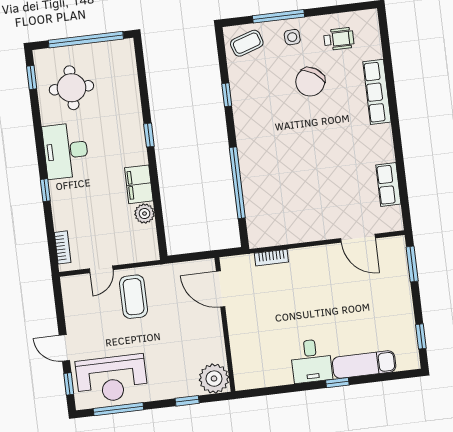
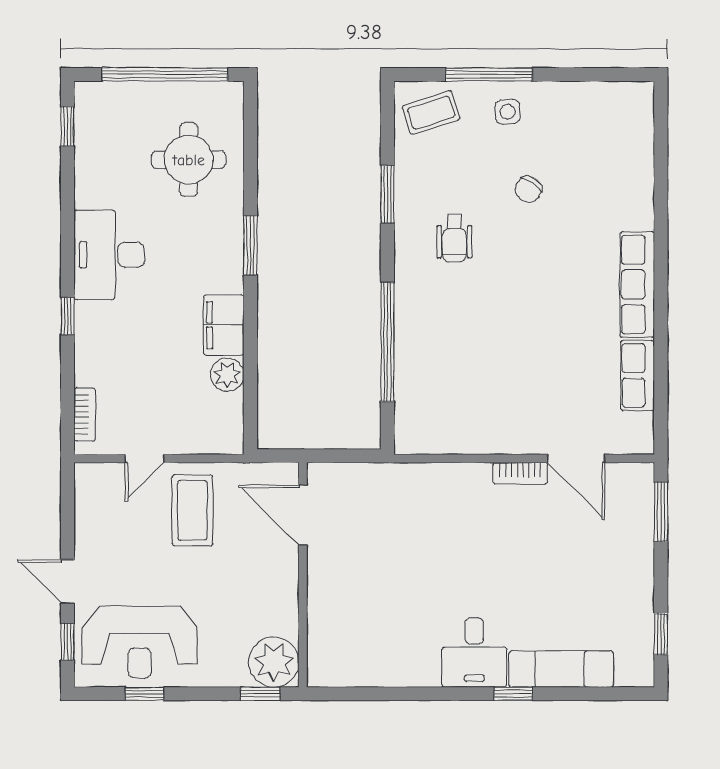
wheelchair: (339, 39) -> (454, 238), moved, turned 90
chair: (310, 82) -> (528, 189), width x0.54, depth x0.54
round table: (71, 88) -> (189, 160), moved
row of seats: (377, 92) -> (637, 284), moved
window: (227, 95) -> (387, 194), width x1.50
window: (149, 135) -> (250, 245), width x1.50
bookcase: (271, 258) -> (520, 473), moved
door: (221, 289) -> (303, 515), moved
wall: (225, 325) -> (303, 575), moved
plant: (214, 379) -> (274, 662), moved
window: (118, 409) -> (145, 694), width x0.46

